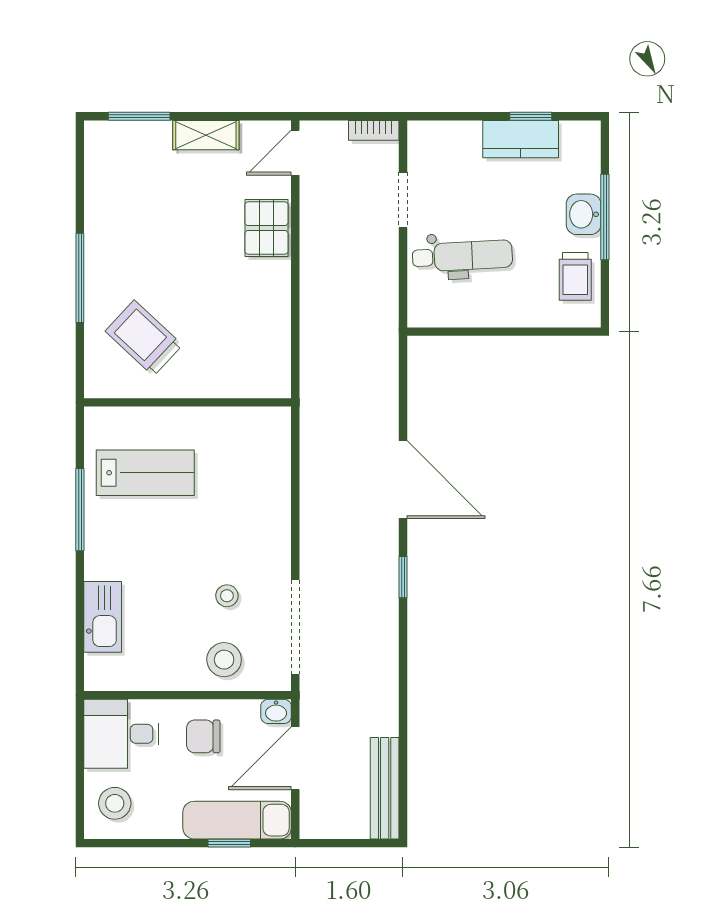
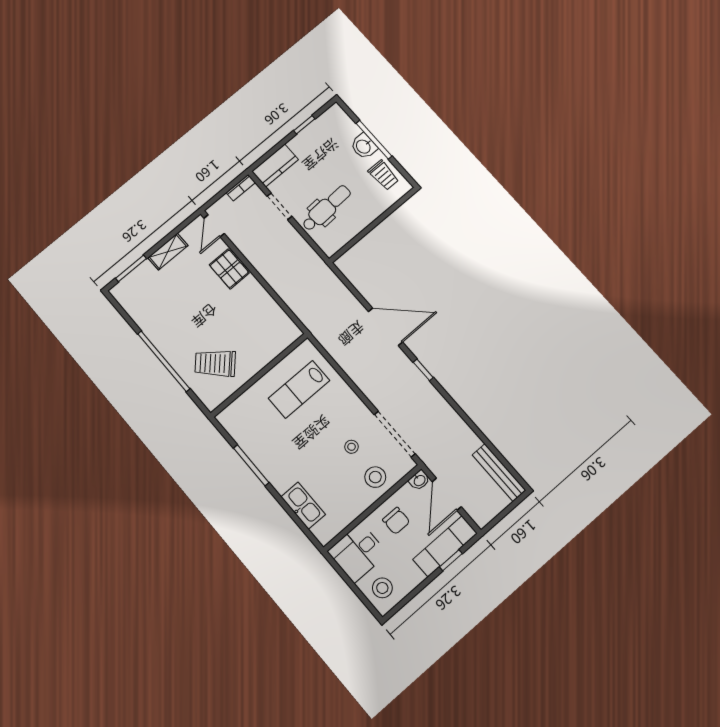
kitchen counter: (521, 139) -> (275, 165), moved
window: (80, 278) -> (164, 361), width x1.46
lab bench: (145, 473) -> (299, 389), moved, turned 180
chair: (203, 736) -> (396, 521), turned -90

